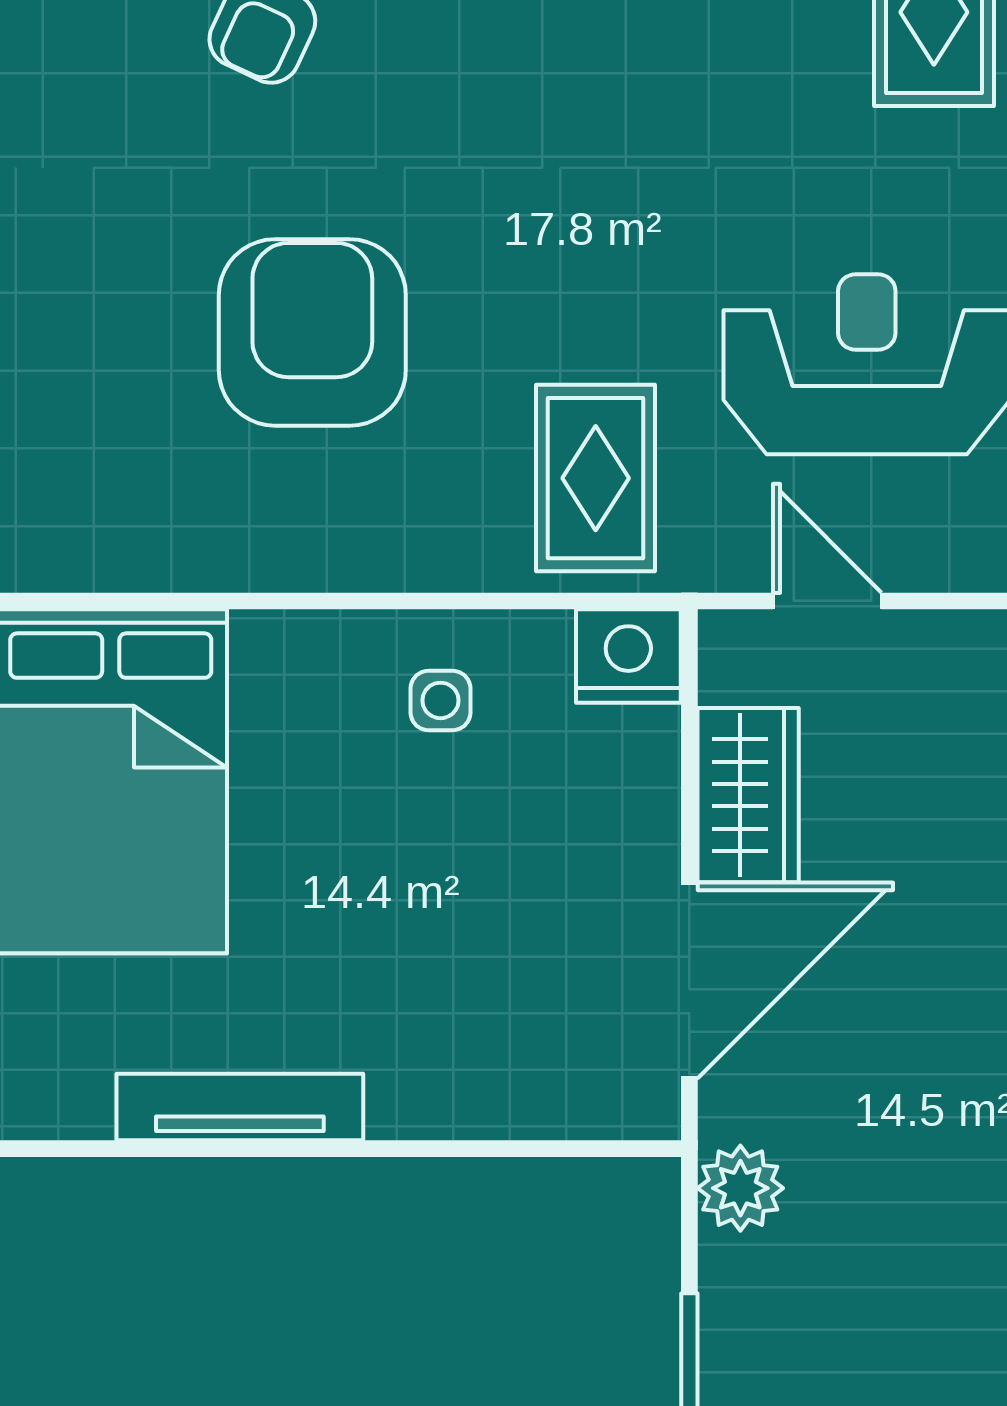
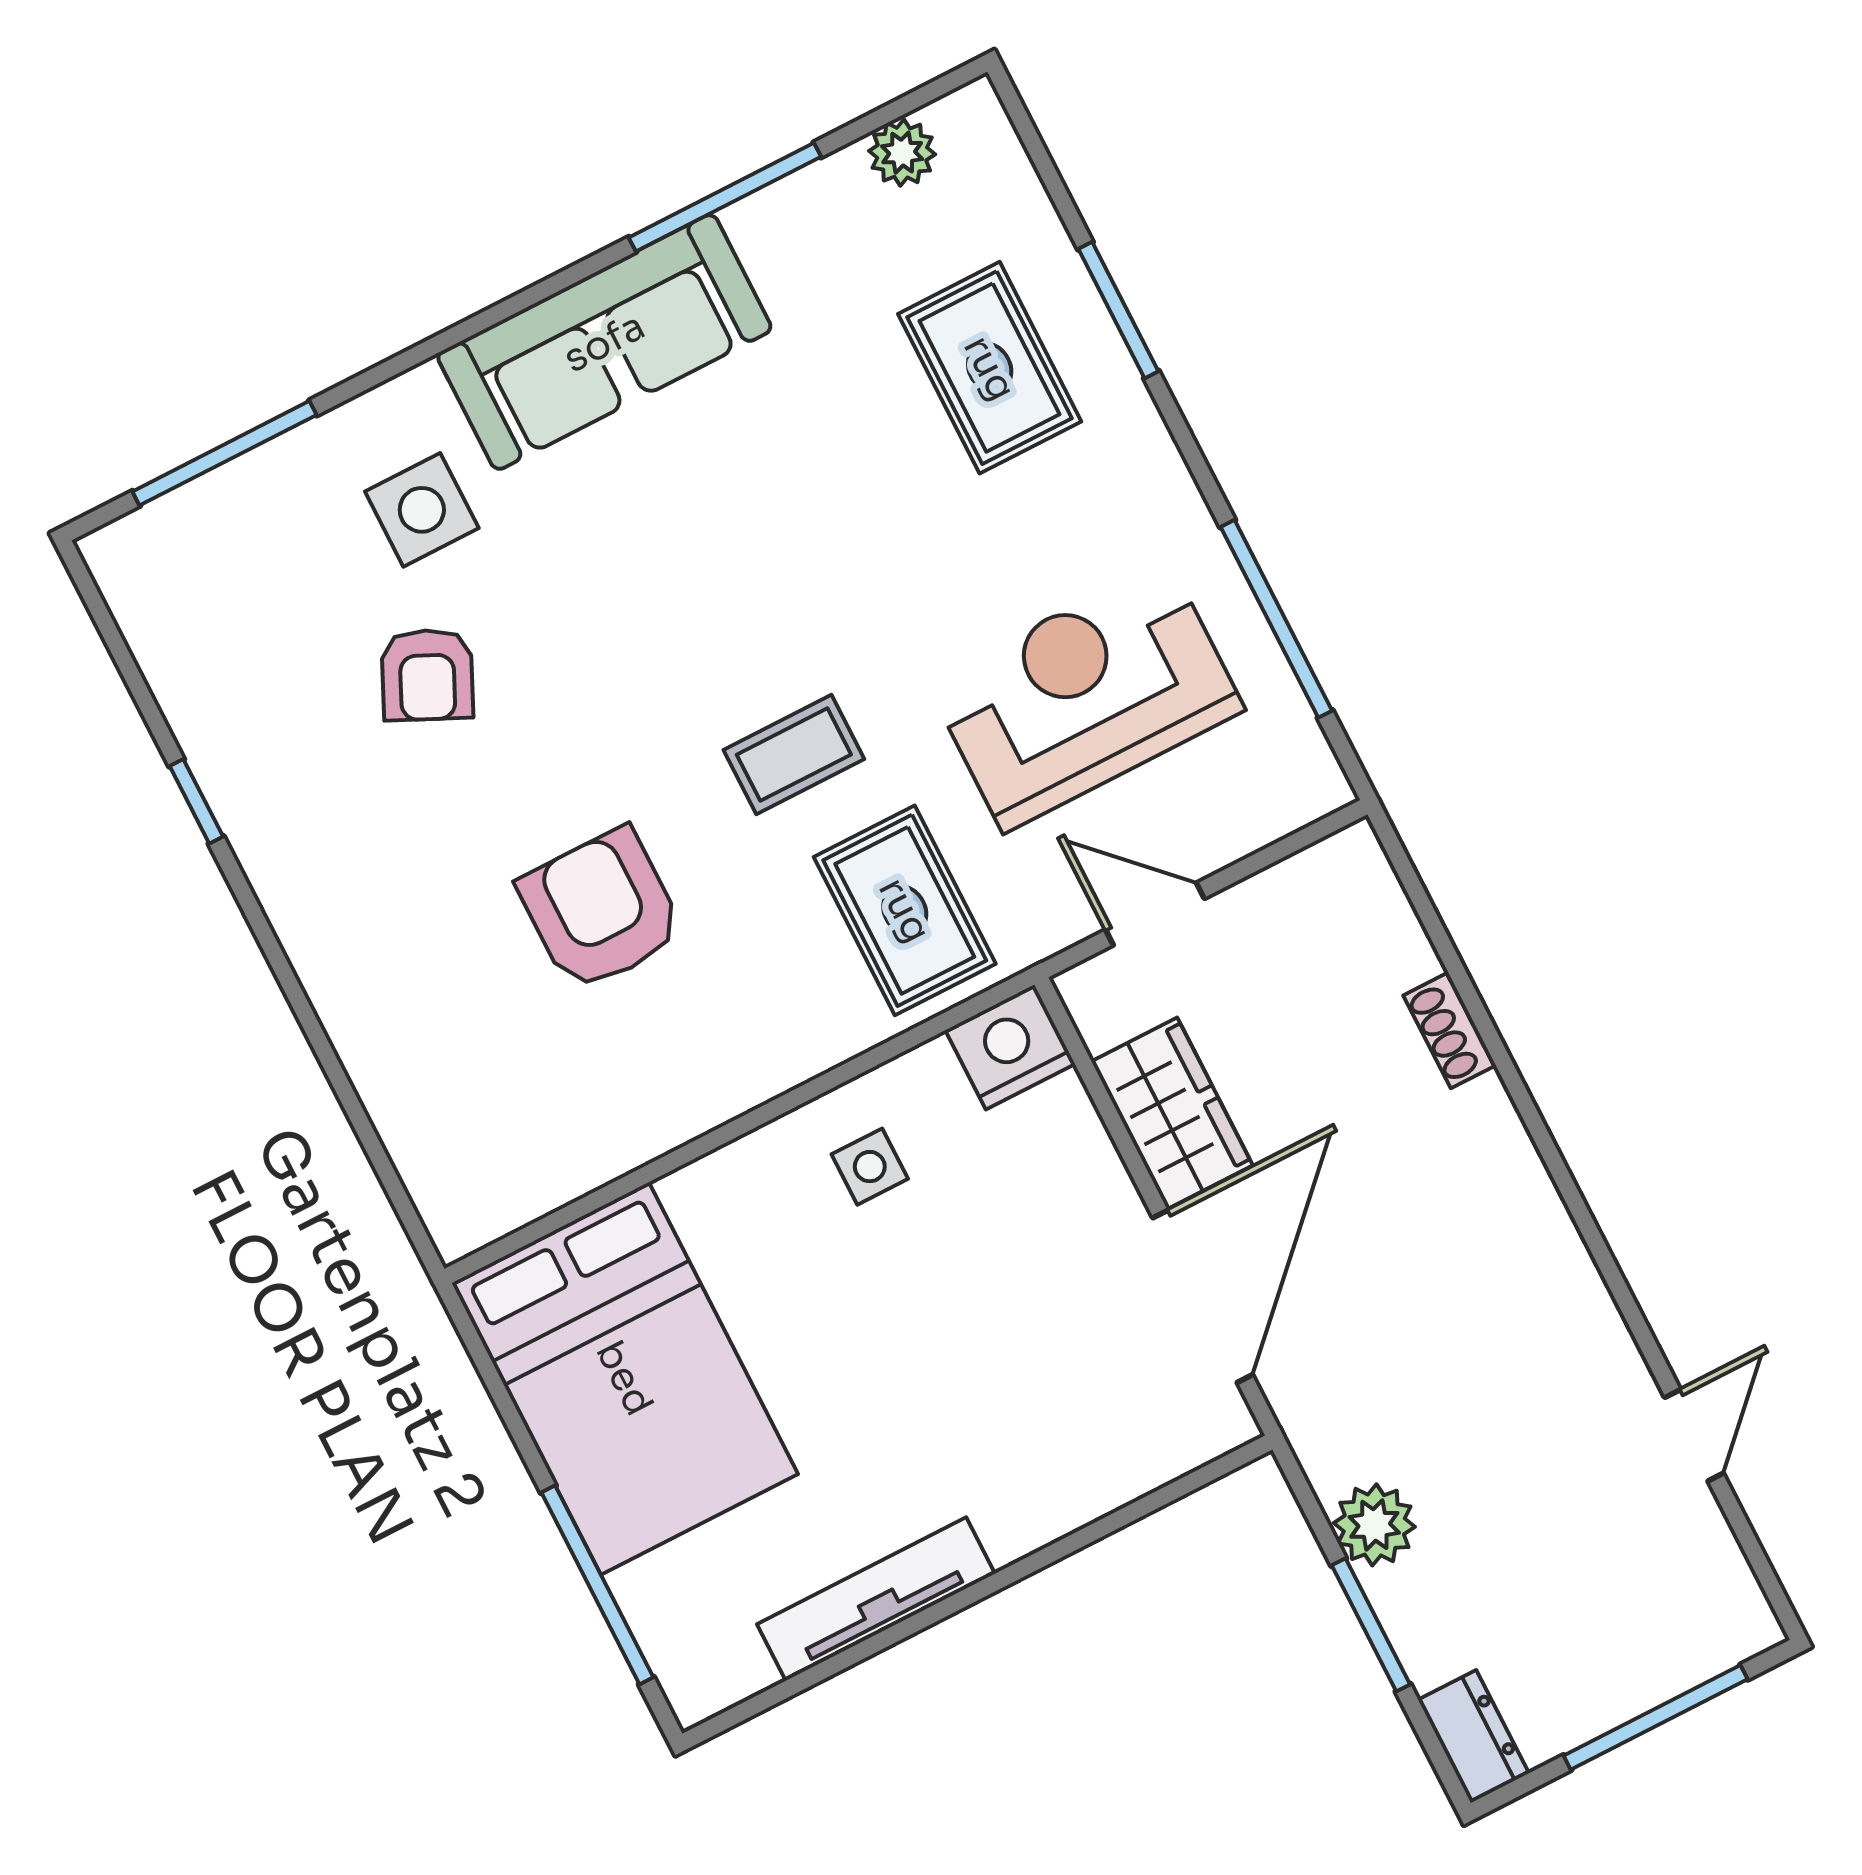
coffee table: (567, 280) -> (794, 755), added
armchair: (312, 332) -> (601, 910), width x0.73, depth x0.73
plant: (740, 1188) -> (1374, 1525), moved

